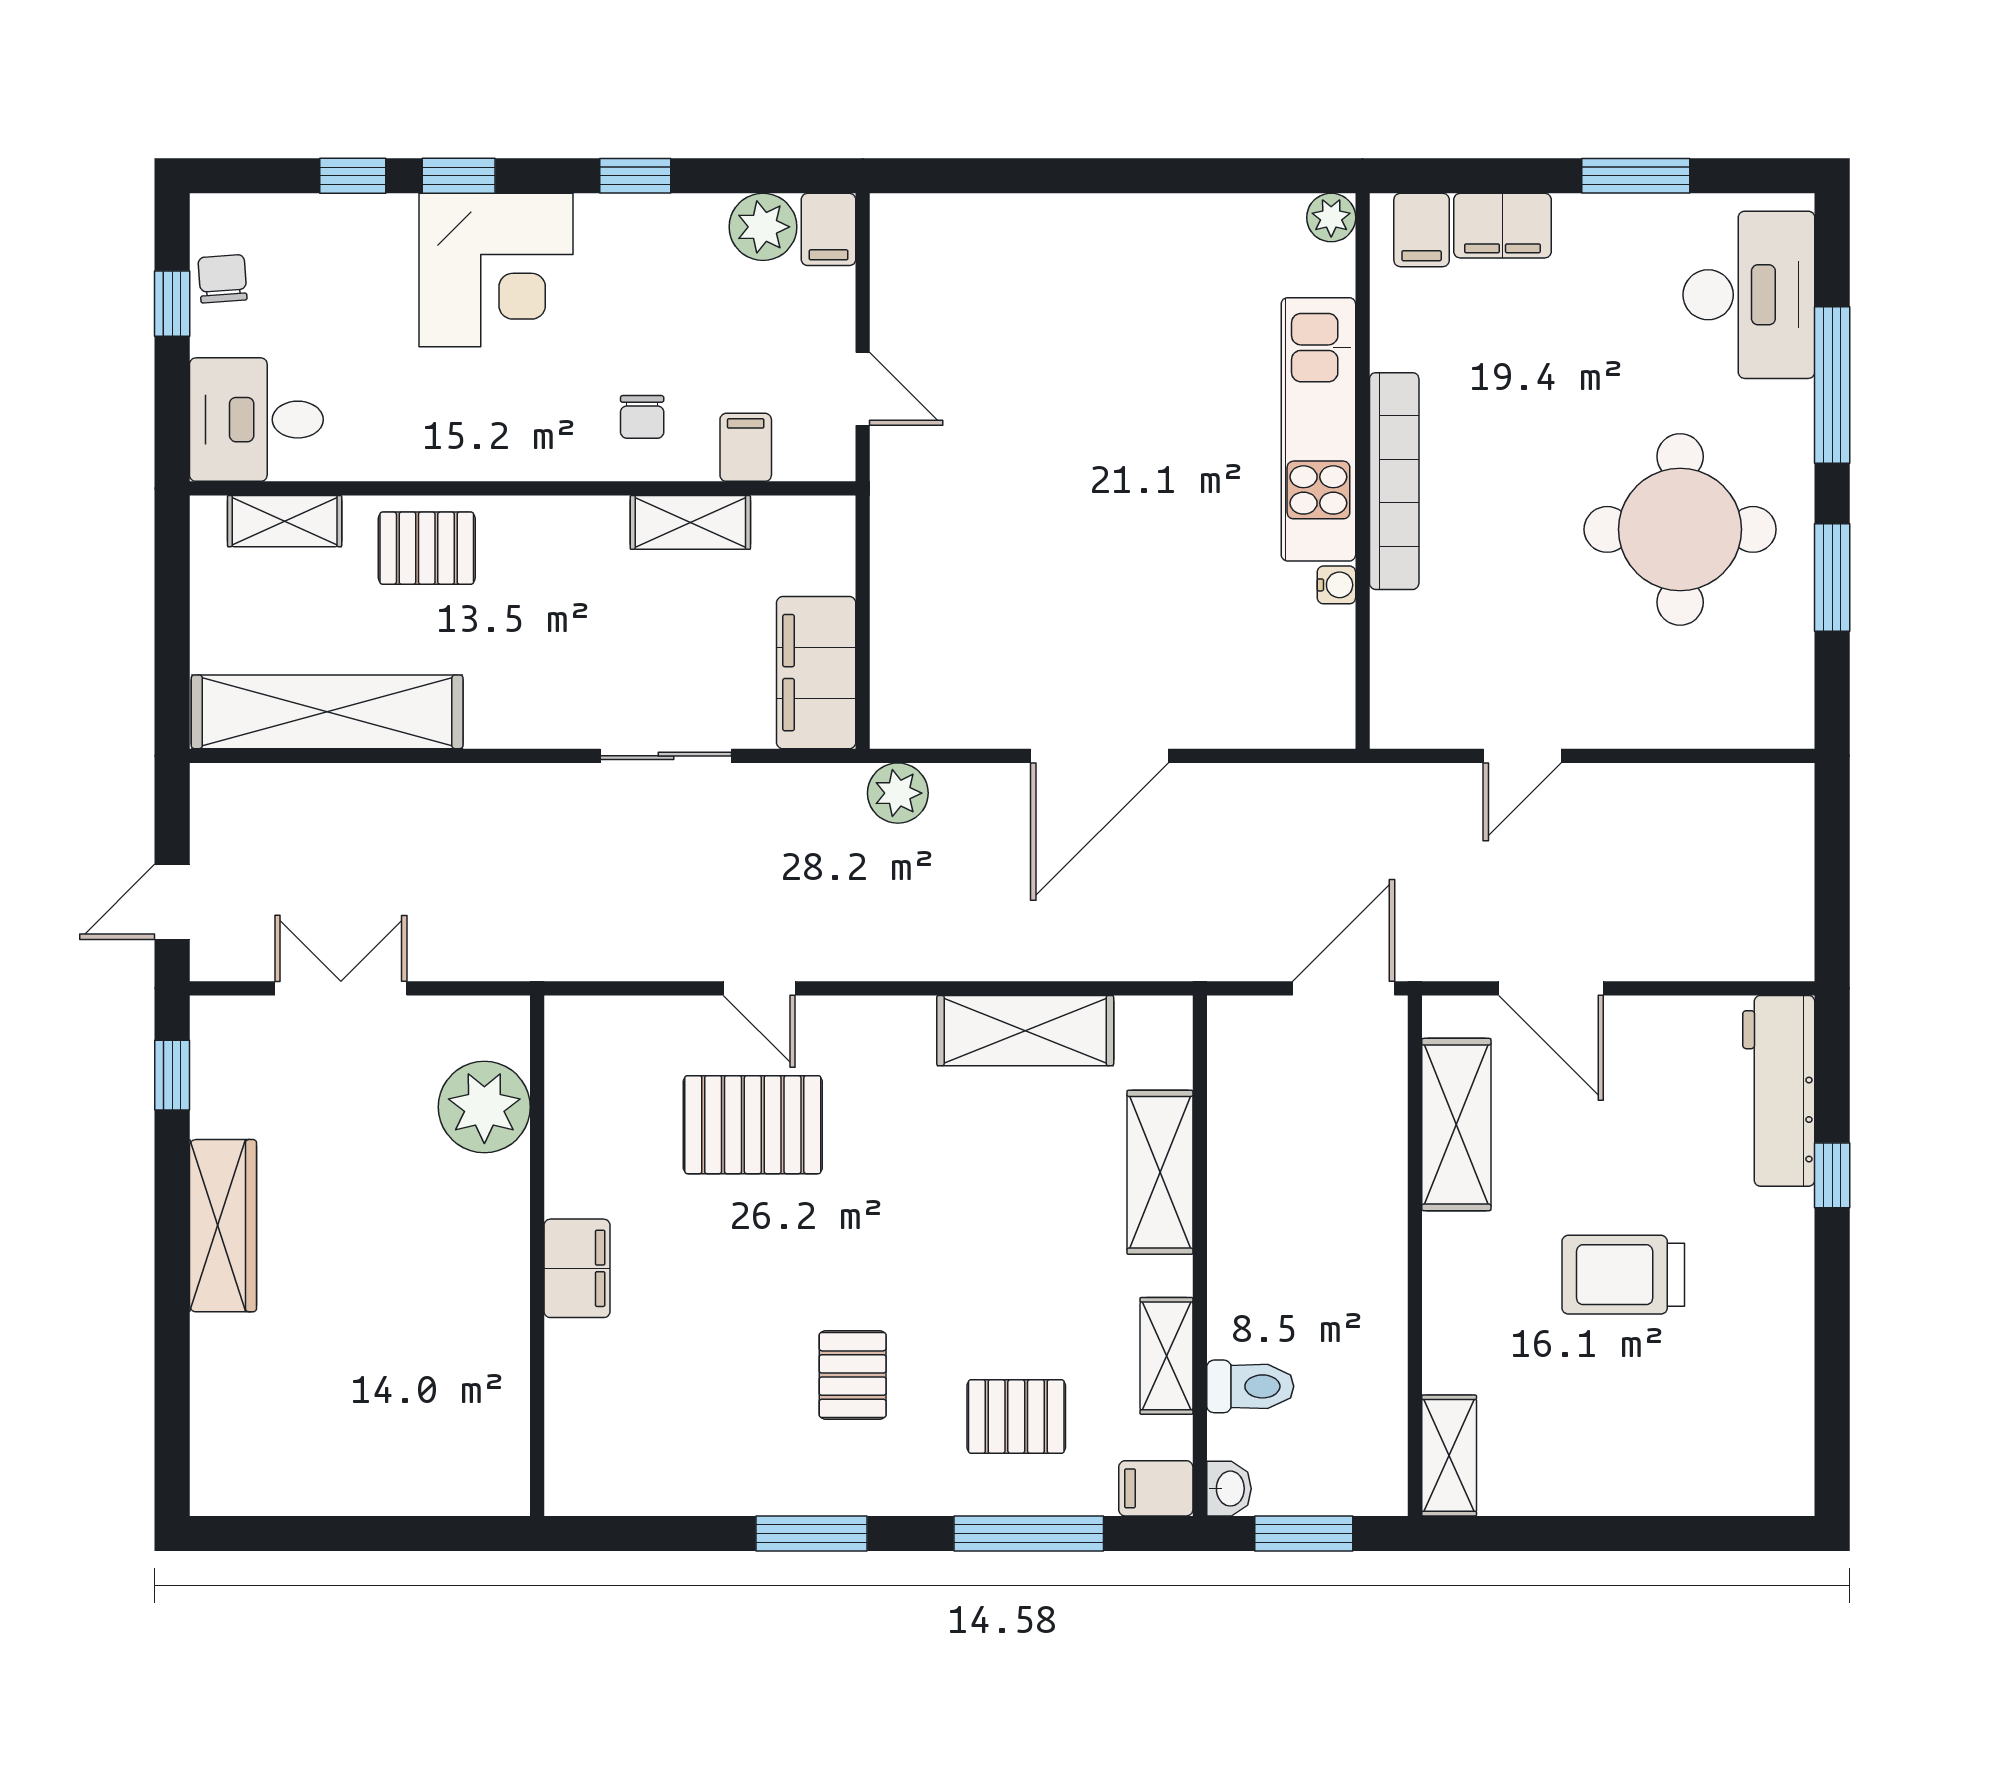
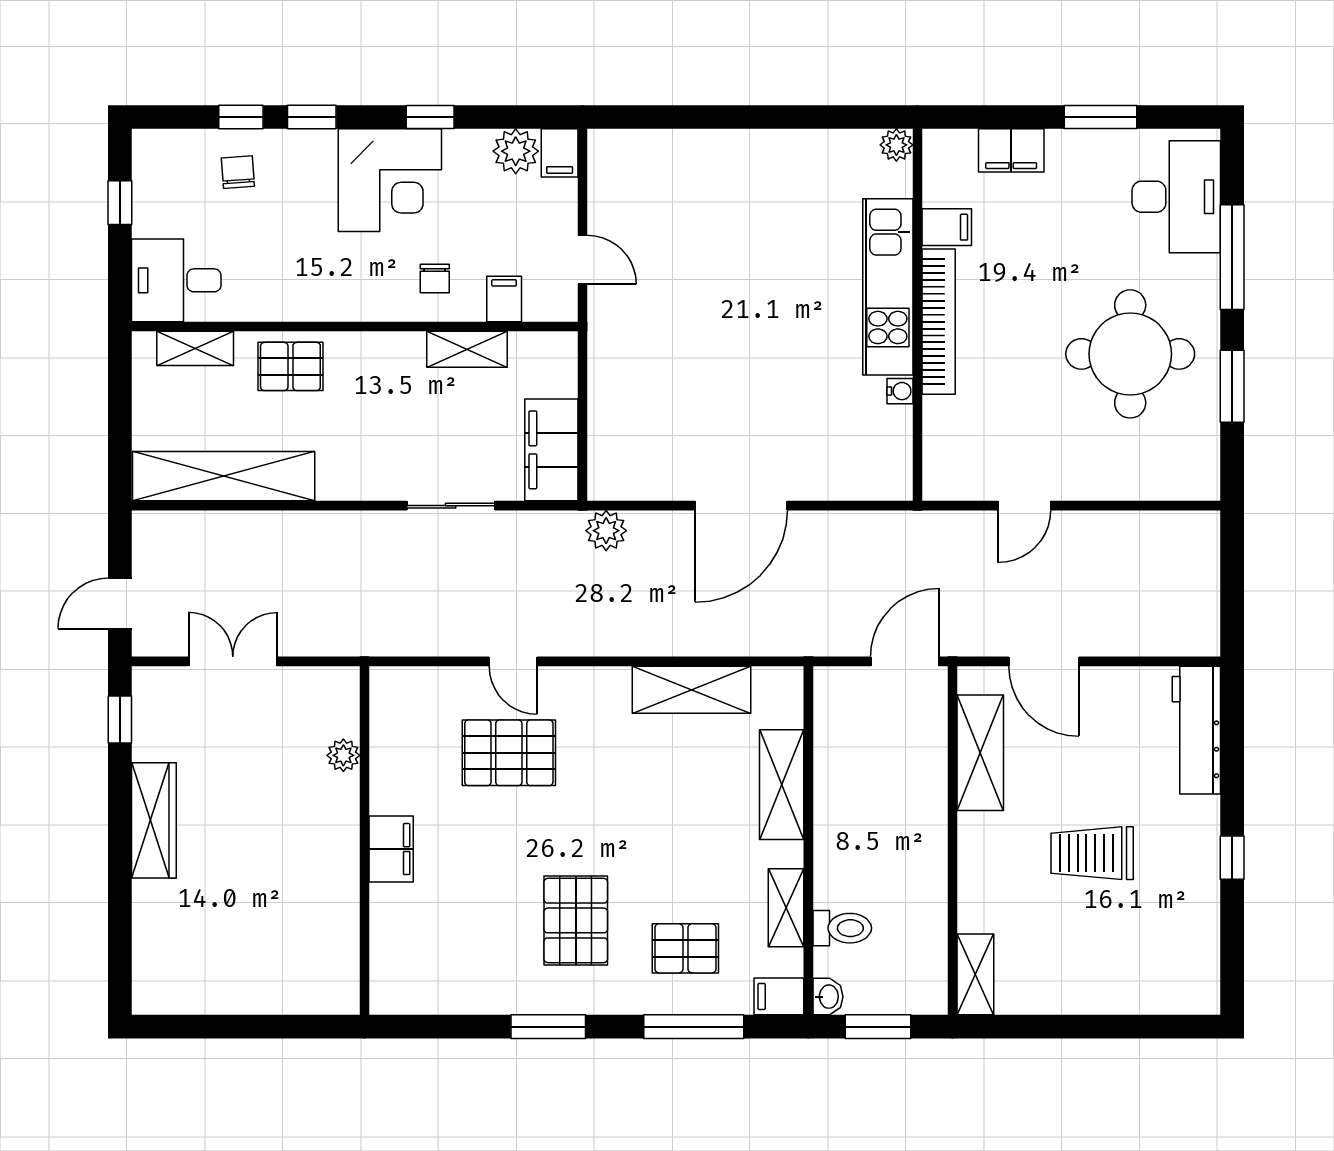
filing cabinet: (1422, 230) -> (947, 227), moved, turned -90
corner desk: (496, 270) -> (390, 180), moved
chair: (223, 279) -> (238, 172), moved
plant: (484, 1107) -> (343, 755), width x0.53, depth x0.53
window: (1832, 1175) -> (1232, 858), moved
pallet: (853, 1375) -> (576, 920), width x1.50, depth x1.42

